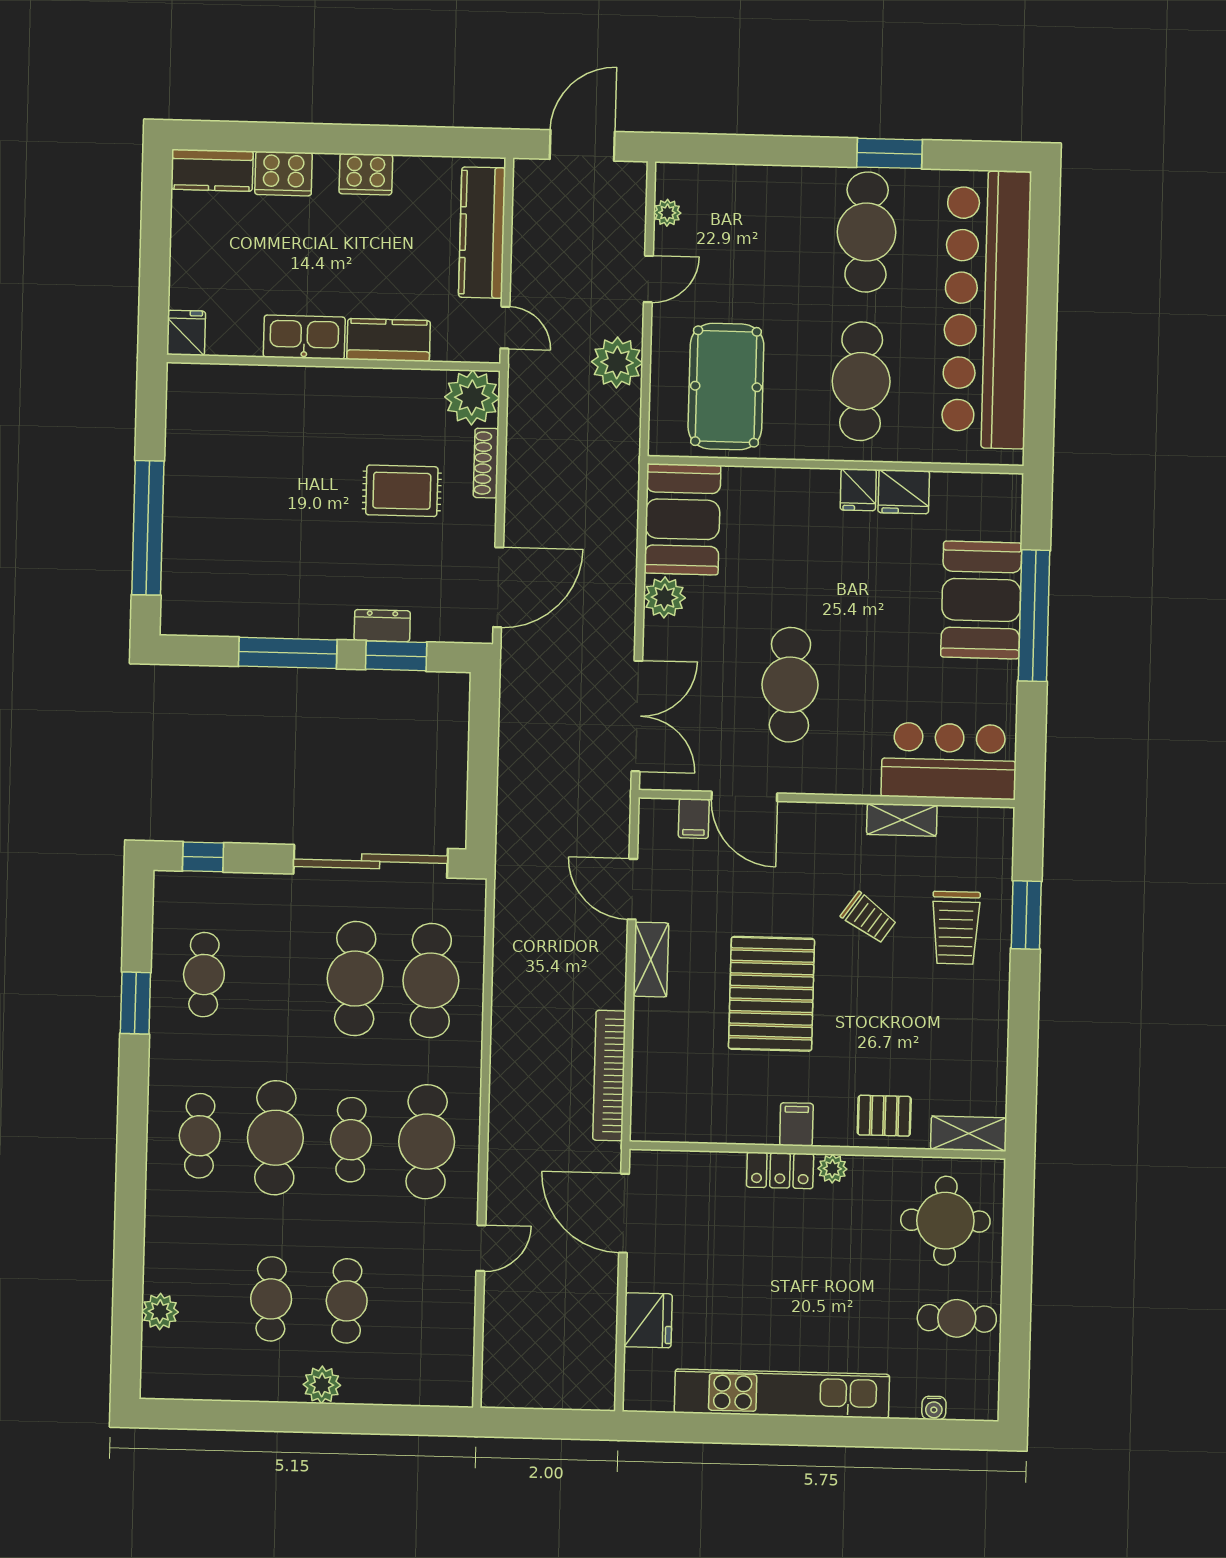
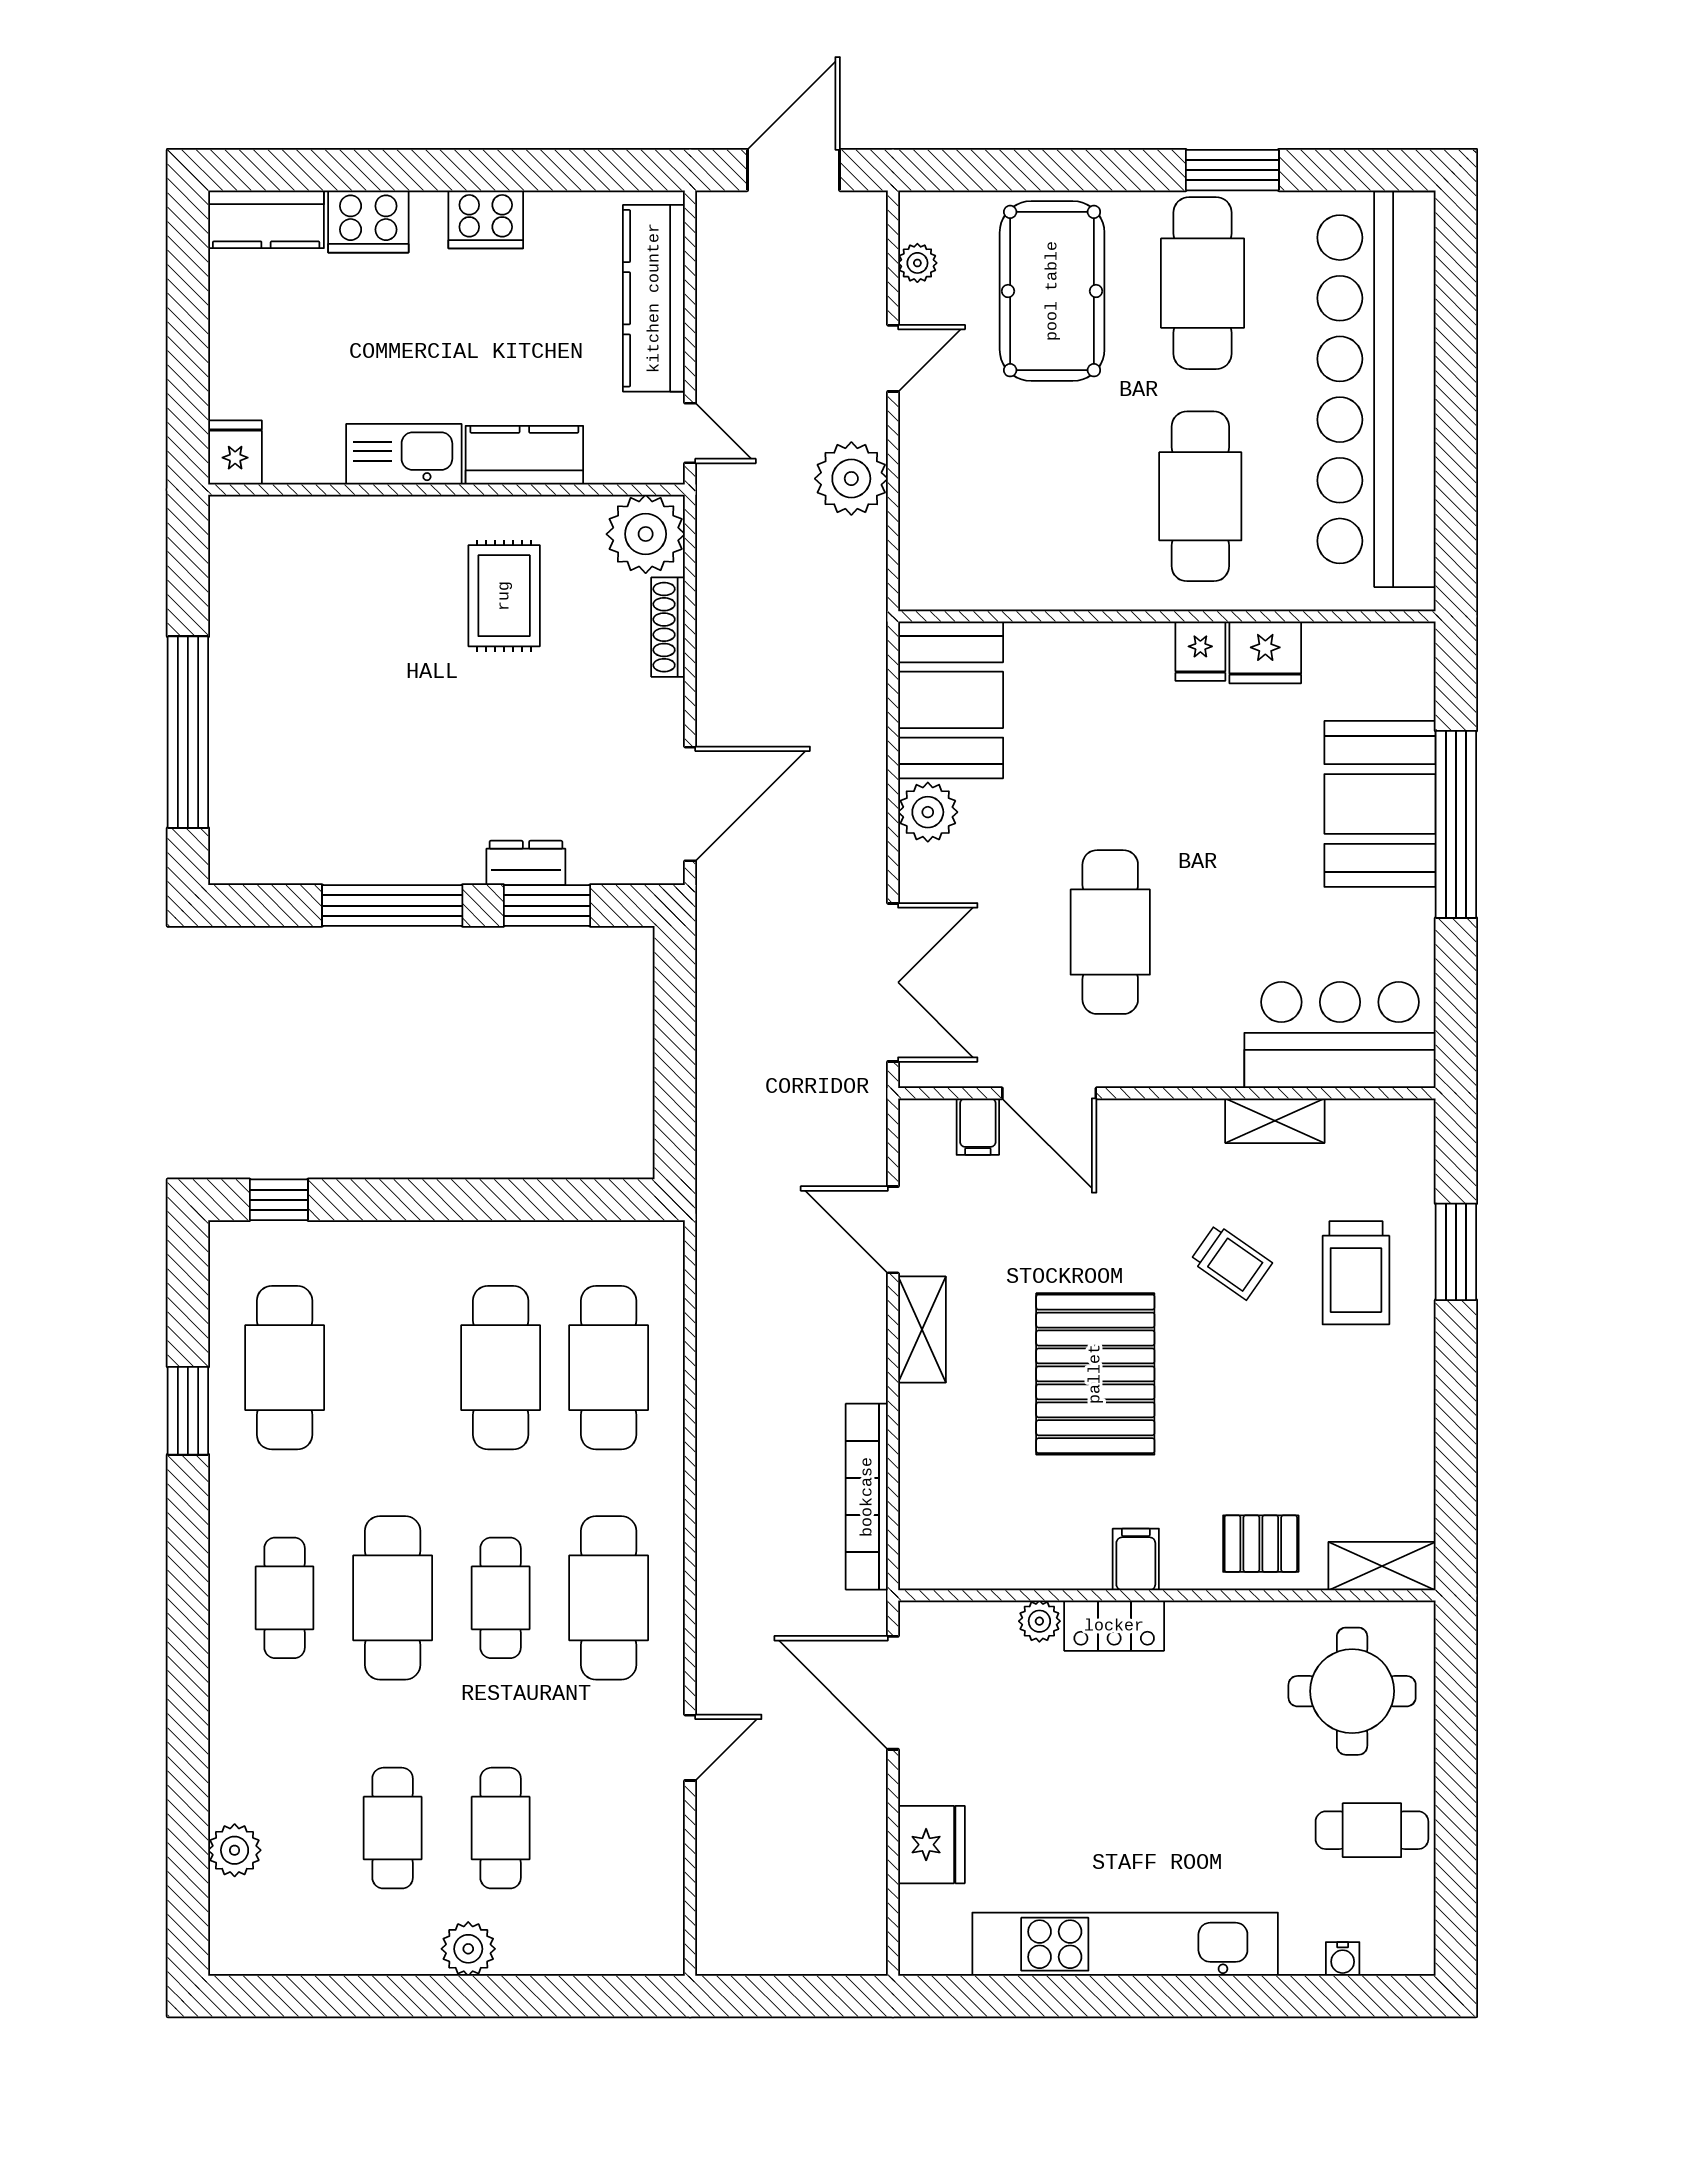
pool table: (726, 386) -> (1052, 291), moved
rug: (402, 491) -> (504, 596), moved, turned 90
sliding door: (371, 861) -> (518, 1200), removed
cafe table: (204, 975) -> (285, 1368), width x1.37, depth x1.35
plant: (832, 1169) -> (1039, 1621), moved

